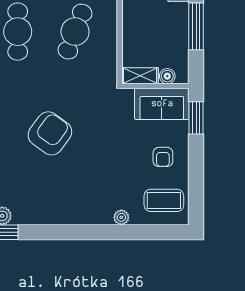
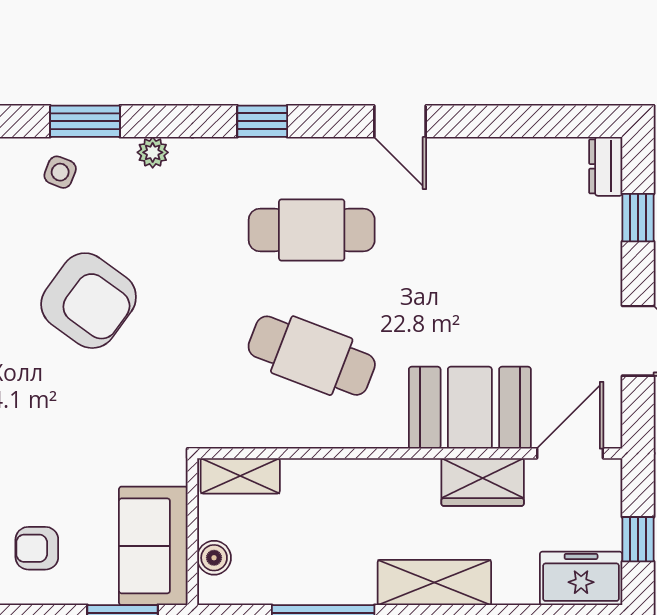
shelving: (140, 76) -> (240, 476), moved, turned 90

